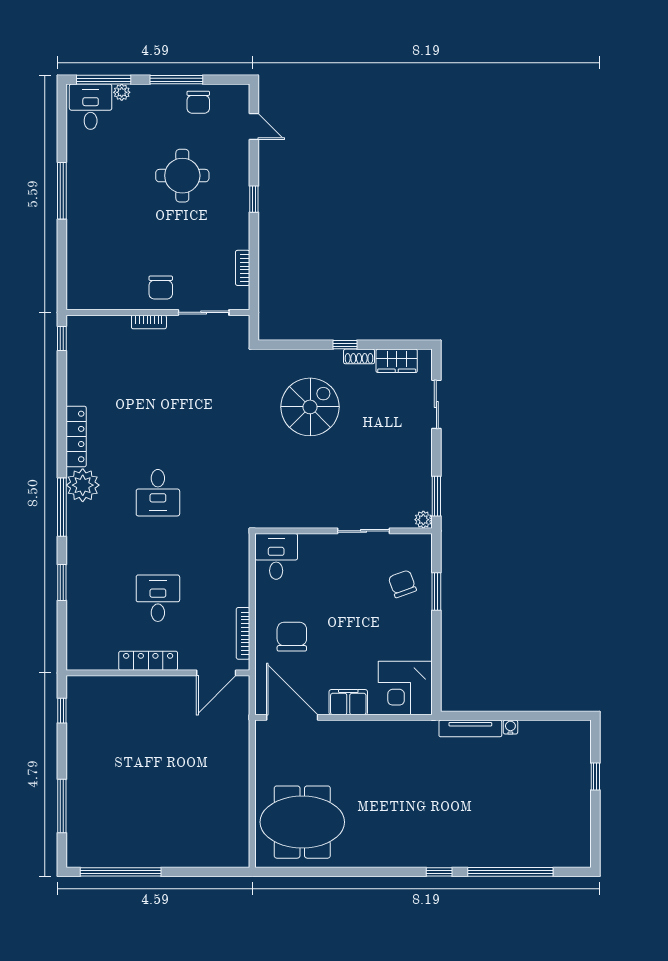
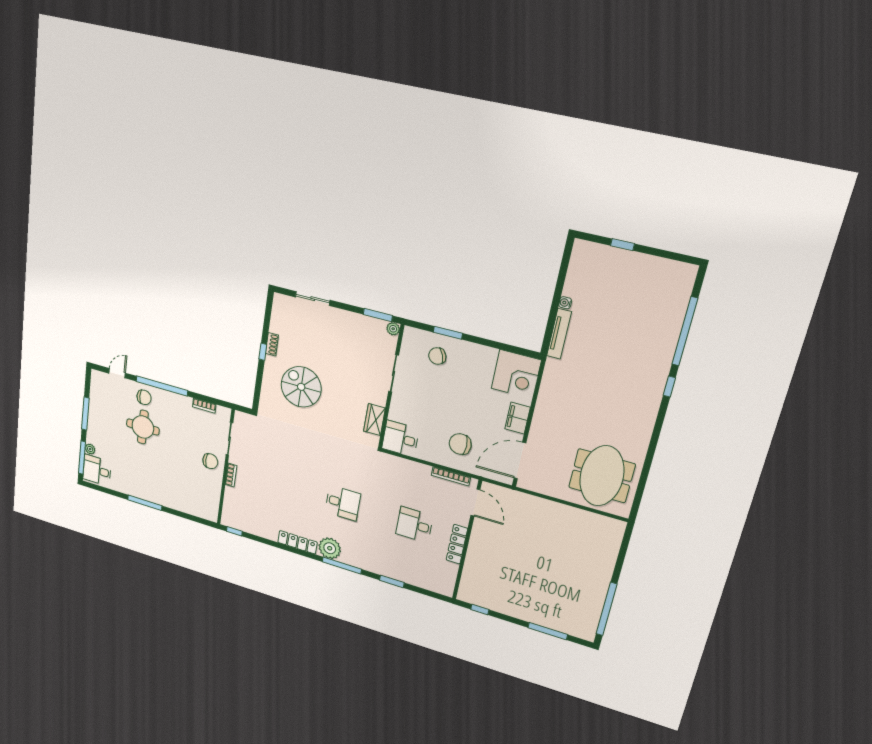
chair: (198, 102) -> (144, 397), moved
window: (254, 199) -> (162, 386), width x3.17
wardrobe: (397, 361) -> (374, 420), moved, turned 180

